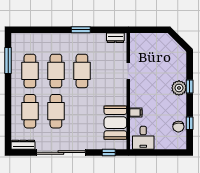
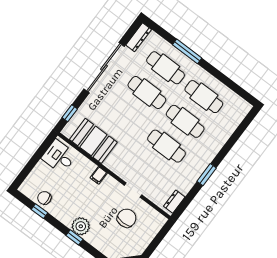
window: (8, 61) -> (187, 51), moved
chair: (150, 61) -> (127, 218), added
filing cabinet: (136, 112) -> (99, 175), moved

